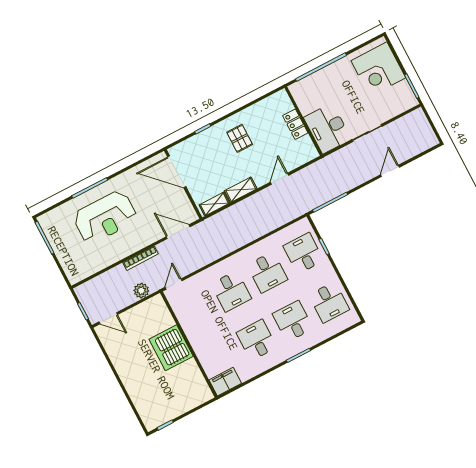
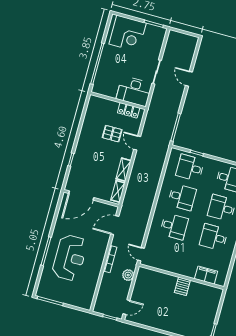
locker: (295, 124) -> (129, 110), moved
pallet: (240, 138) -> (112, 134), moved
server rack: (171, 348) -> (182, 286), width x0.46, depth x0.70
filing cabinet: (225, 382) -> (206, 275), moved, turned 90

